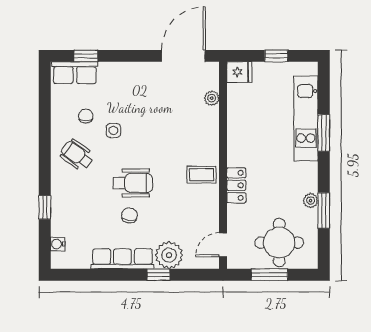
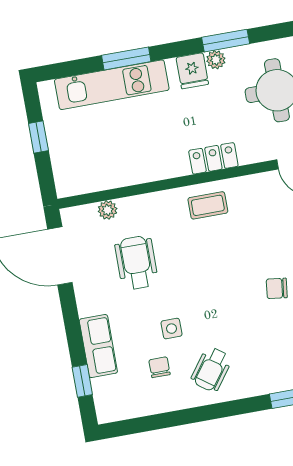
fridge: (239, 72) -> (192, 71), moved, turned 180
row of seats: (75, 73) -> (98, 346), moved
chair: (86, 116) -> (159, 367), turned 90
coffee table: (202, 175) -> (208, 205), turned 90
wheelchair: (133, 183) -> (136, 263), moved

